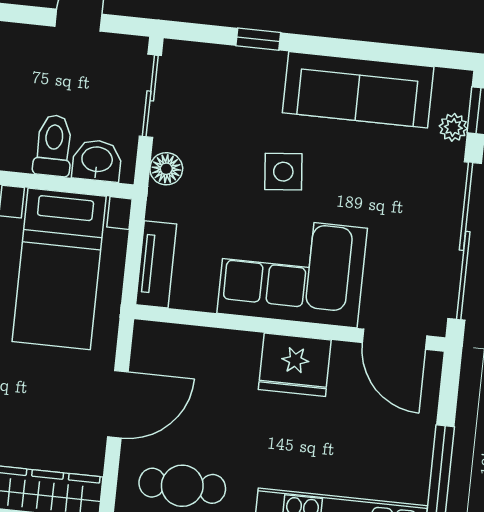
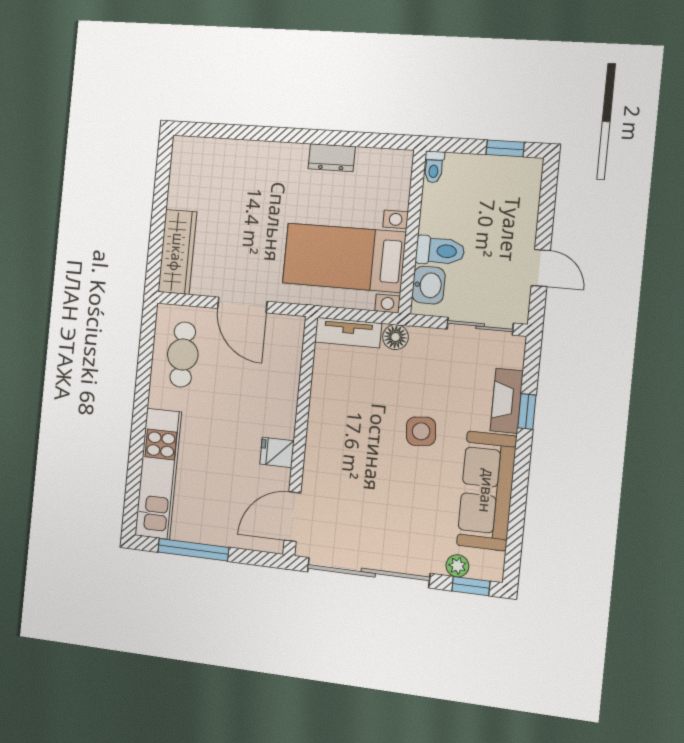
fireplace: (245, 64) -> (507, 401), added
floor lamp: (166, 169) -> (395, 337), moved
corner sofa: (292, 271) -> (344, 438), removed
fridge: (295, 365) -> (277, 452), width x0.53, depth x0.75

